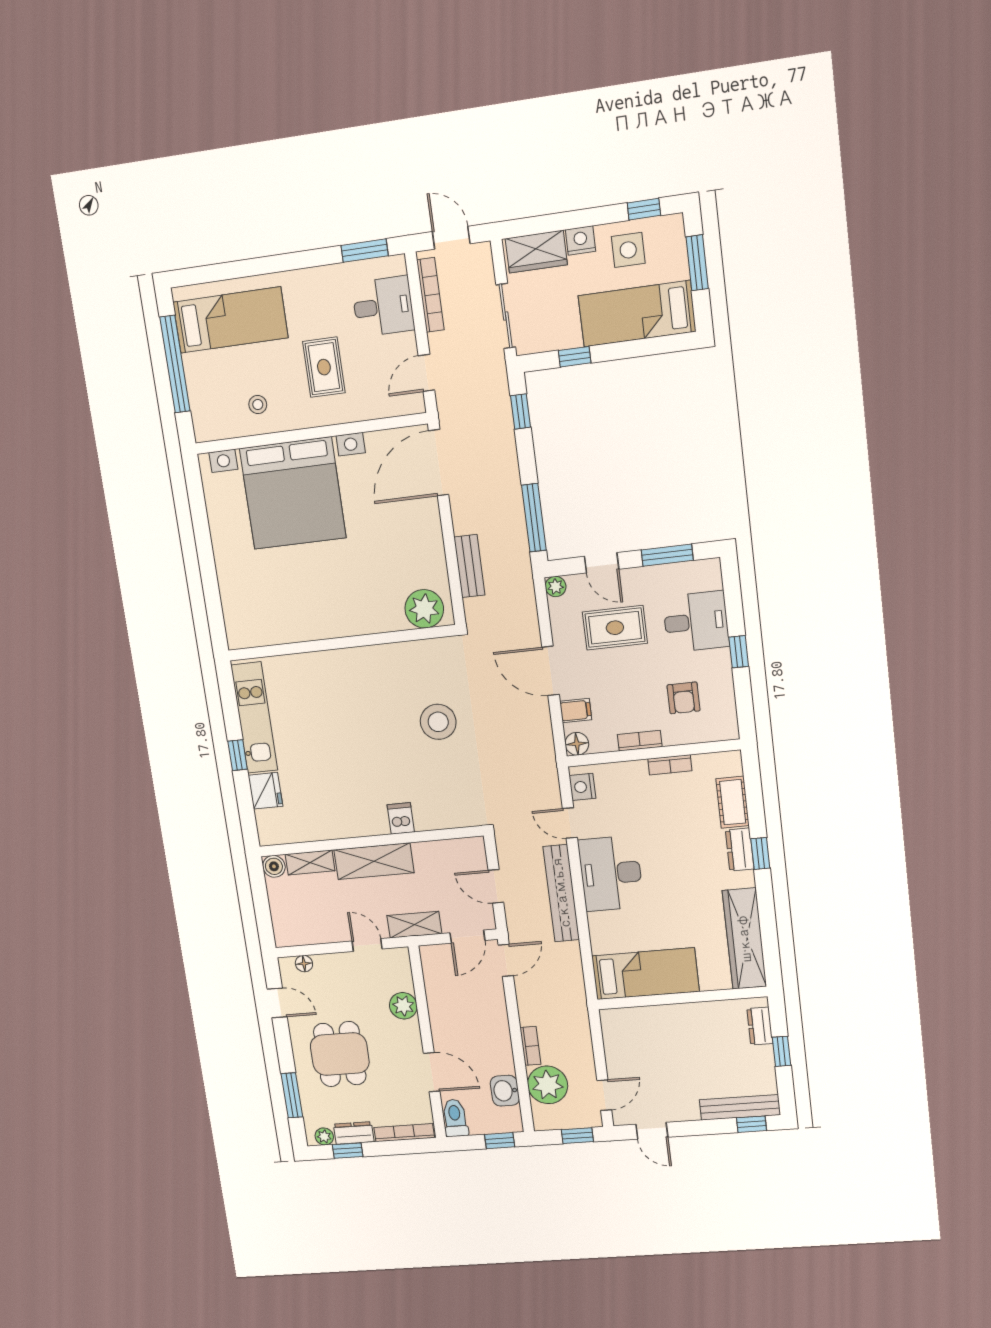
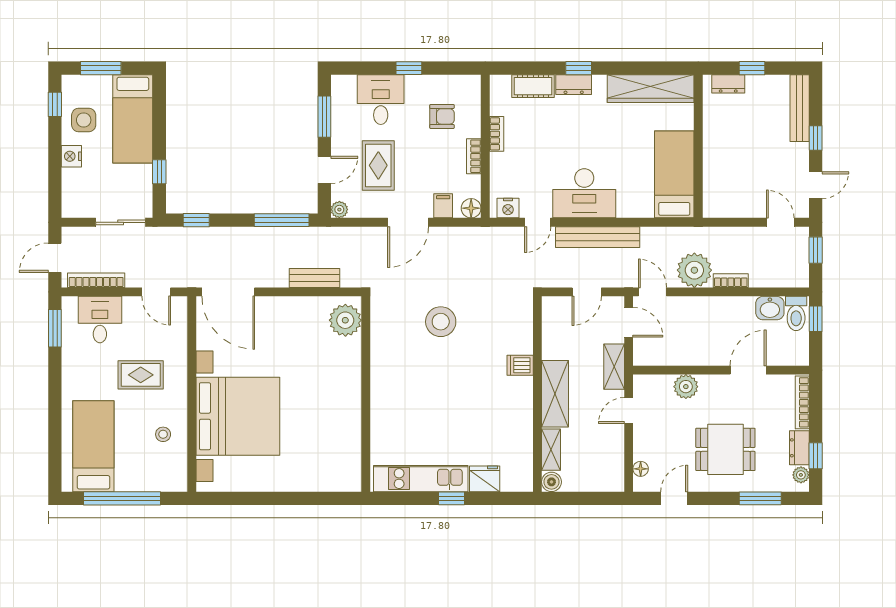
wardrobe: (536, 252) -> (75, 192), removed
plant: (548, 1085) -> (694, 270), moved
toilet: (455, 1118) -> (796, 313), moved, turned -90
window: (751, 1124) -> (816, 138), moved

